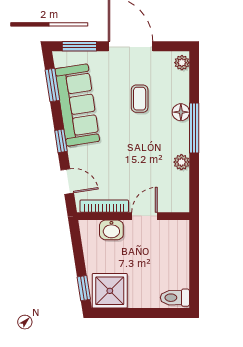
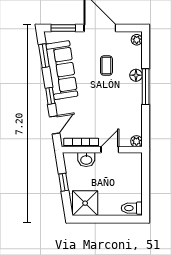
plant: (181, 162) -> (136, 141), moved
door: (67, 182) -> (55, 125), hinge flipped
window: (84, 288) -> (64, 182), moved

